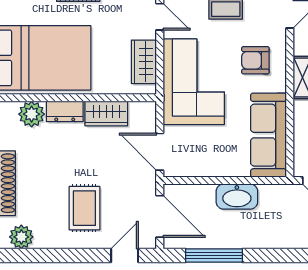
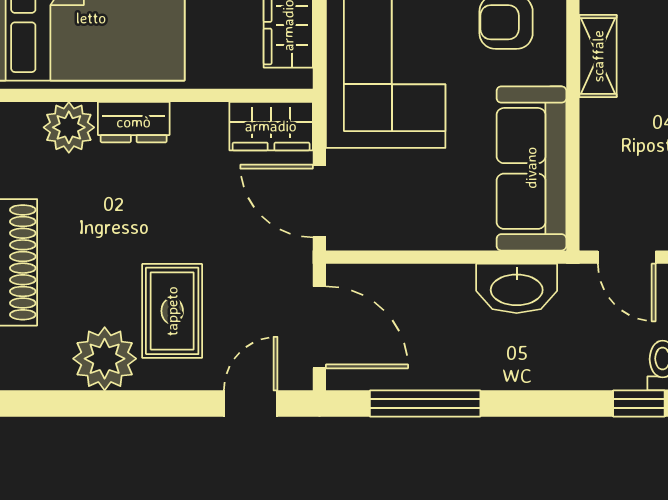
wardrobe: (106, 113) -> (271, 126), moved
washbasin: (237, 197) -> (517, 288), moved
plant: (21, 237) -> (105, 359), moved, width x1.36, depth x1.36

